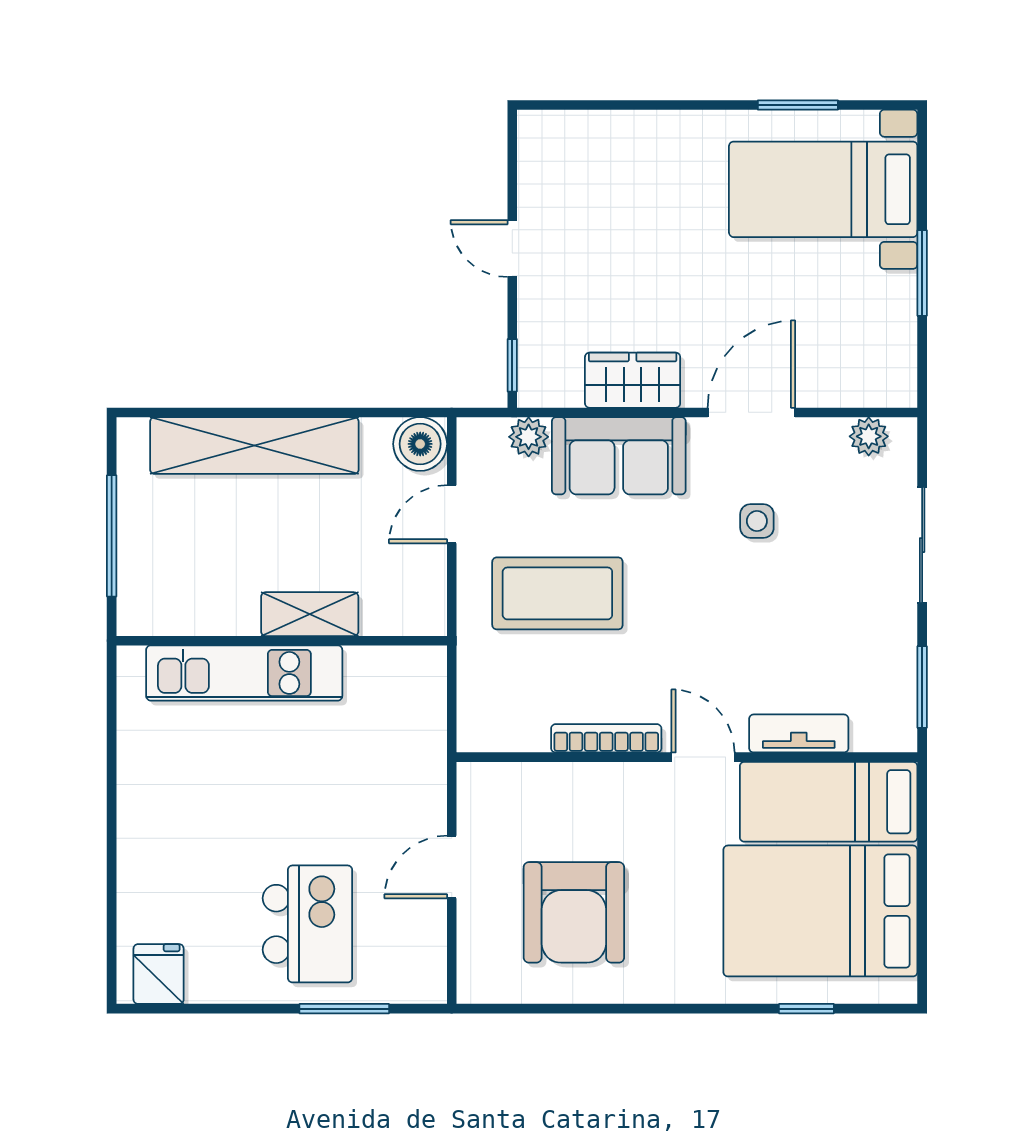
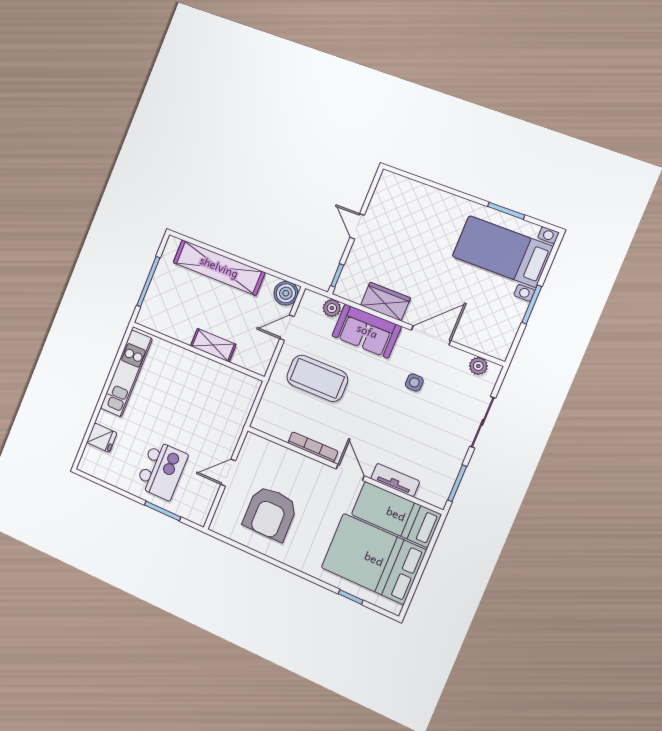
kitchen unit: (244, 673) -> (126, 373), moved, turned -90
fridge: (159, 974) -> (102, 438), moved, turned 90

